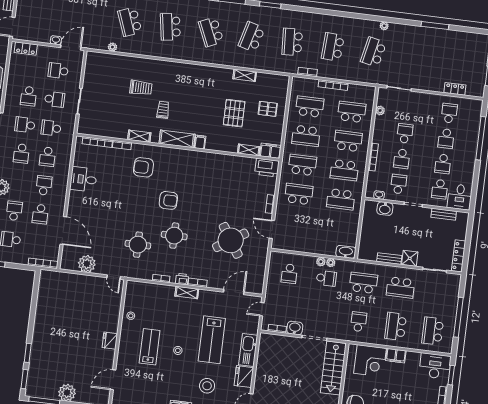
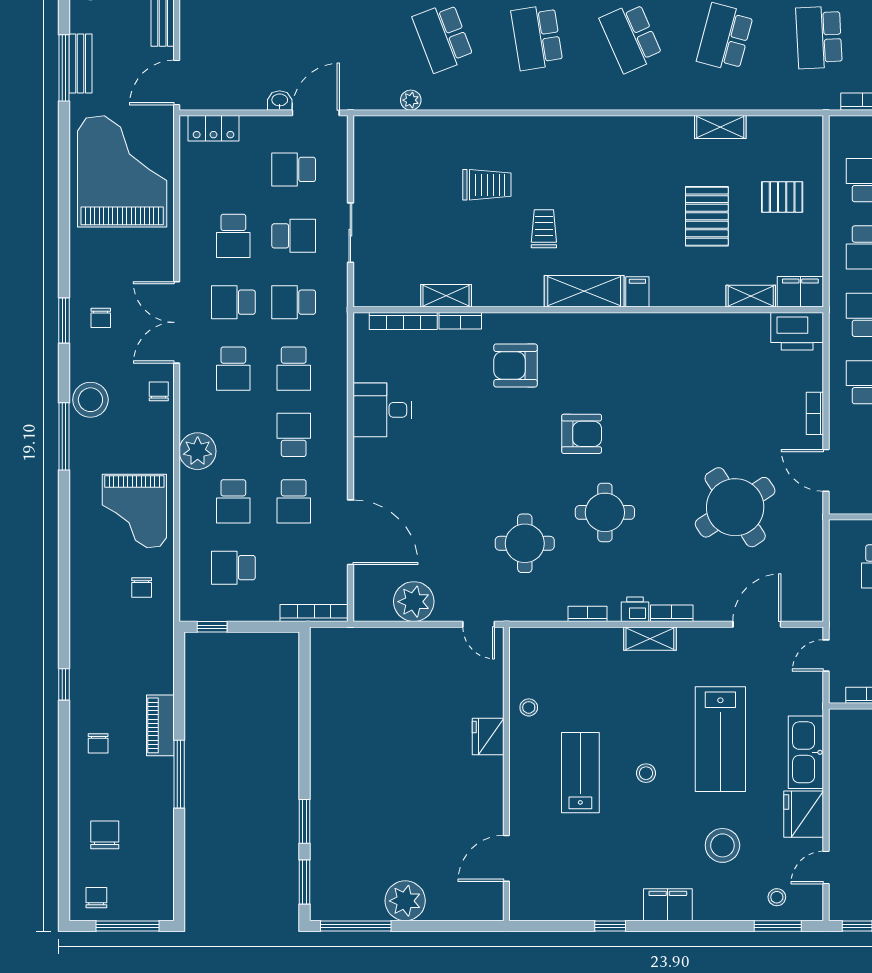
shelving: (139, 136) -> (446, 296), moved
school desk: (14, 211) -> (233, 501), turned 180
fridge: (110, 341) -> (488, 736), moved

